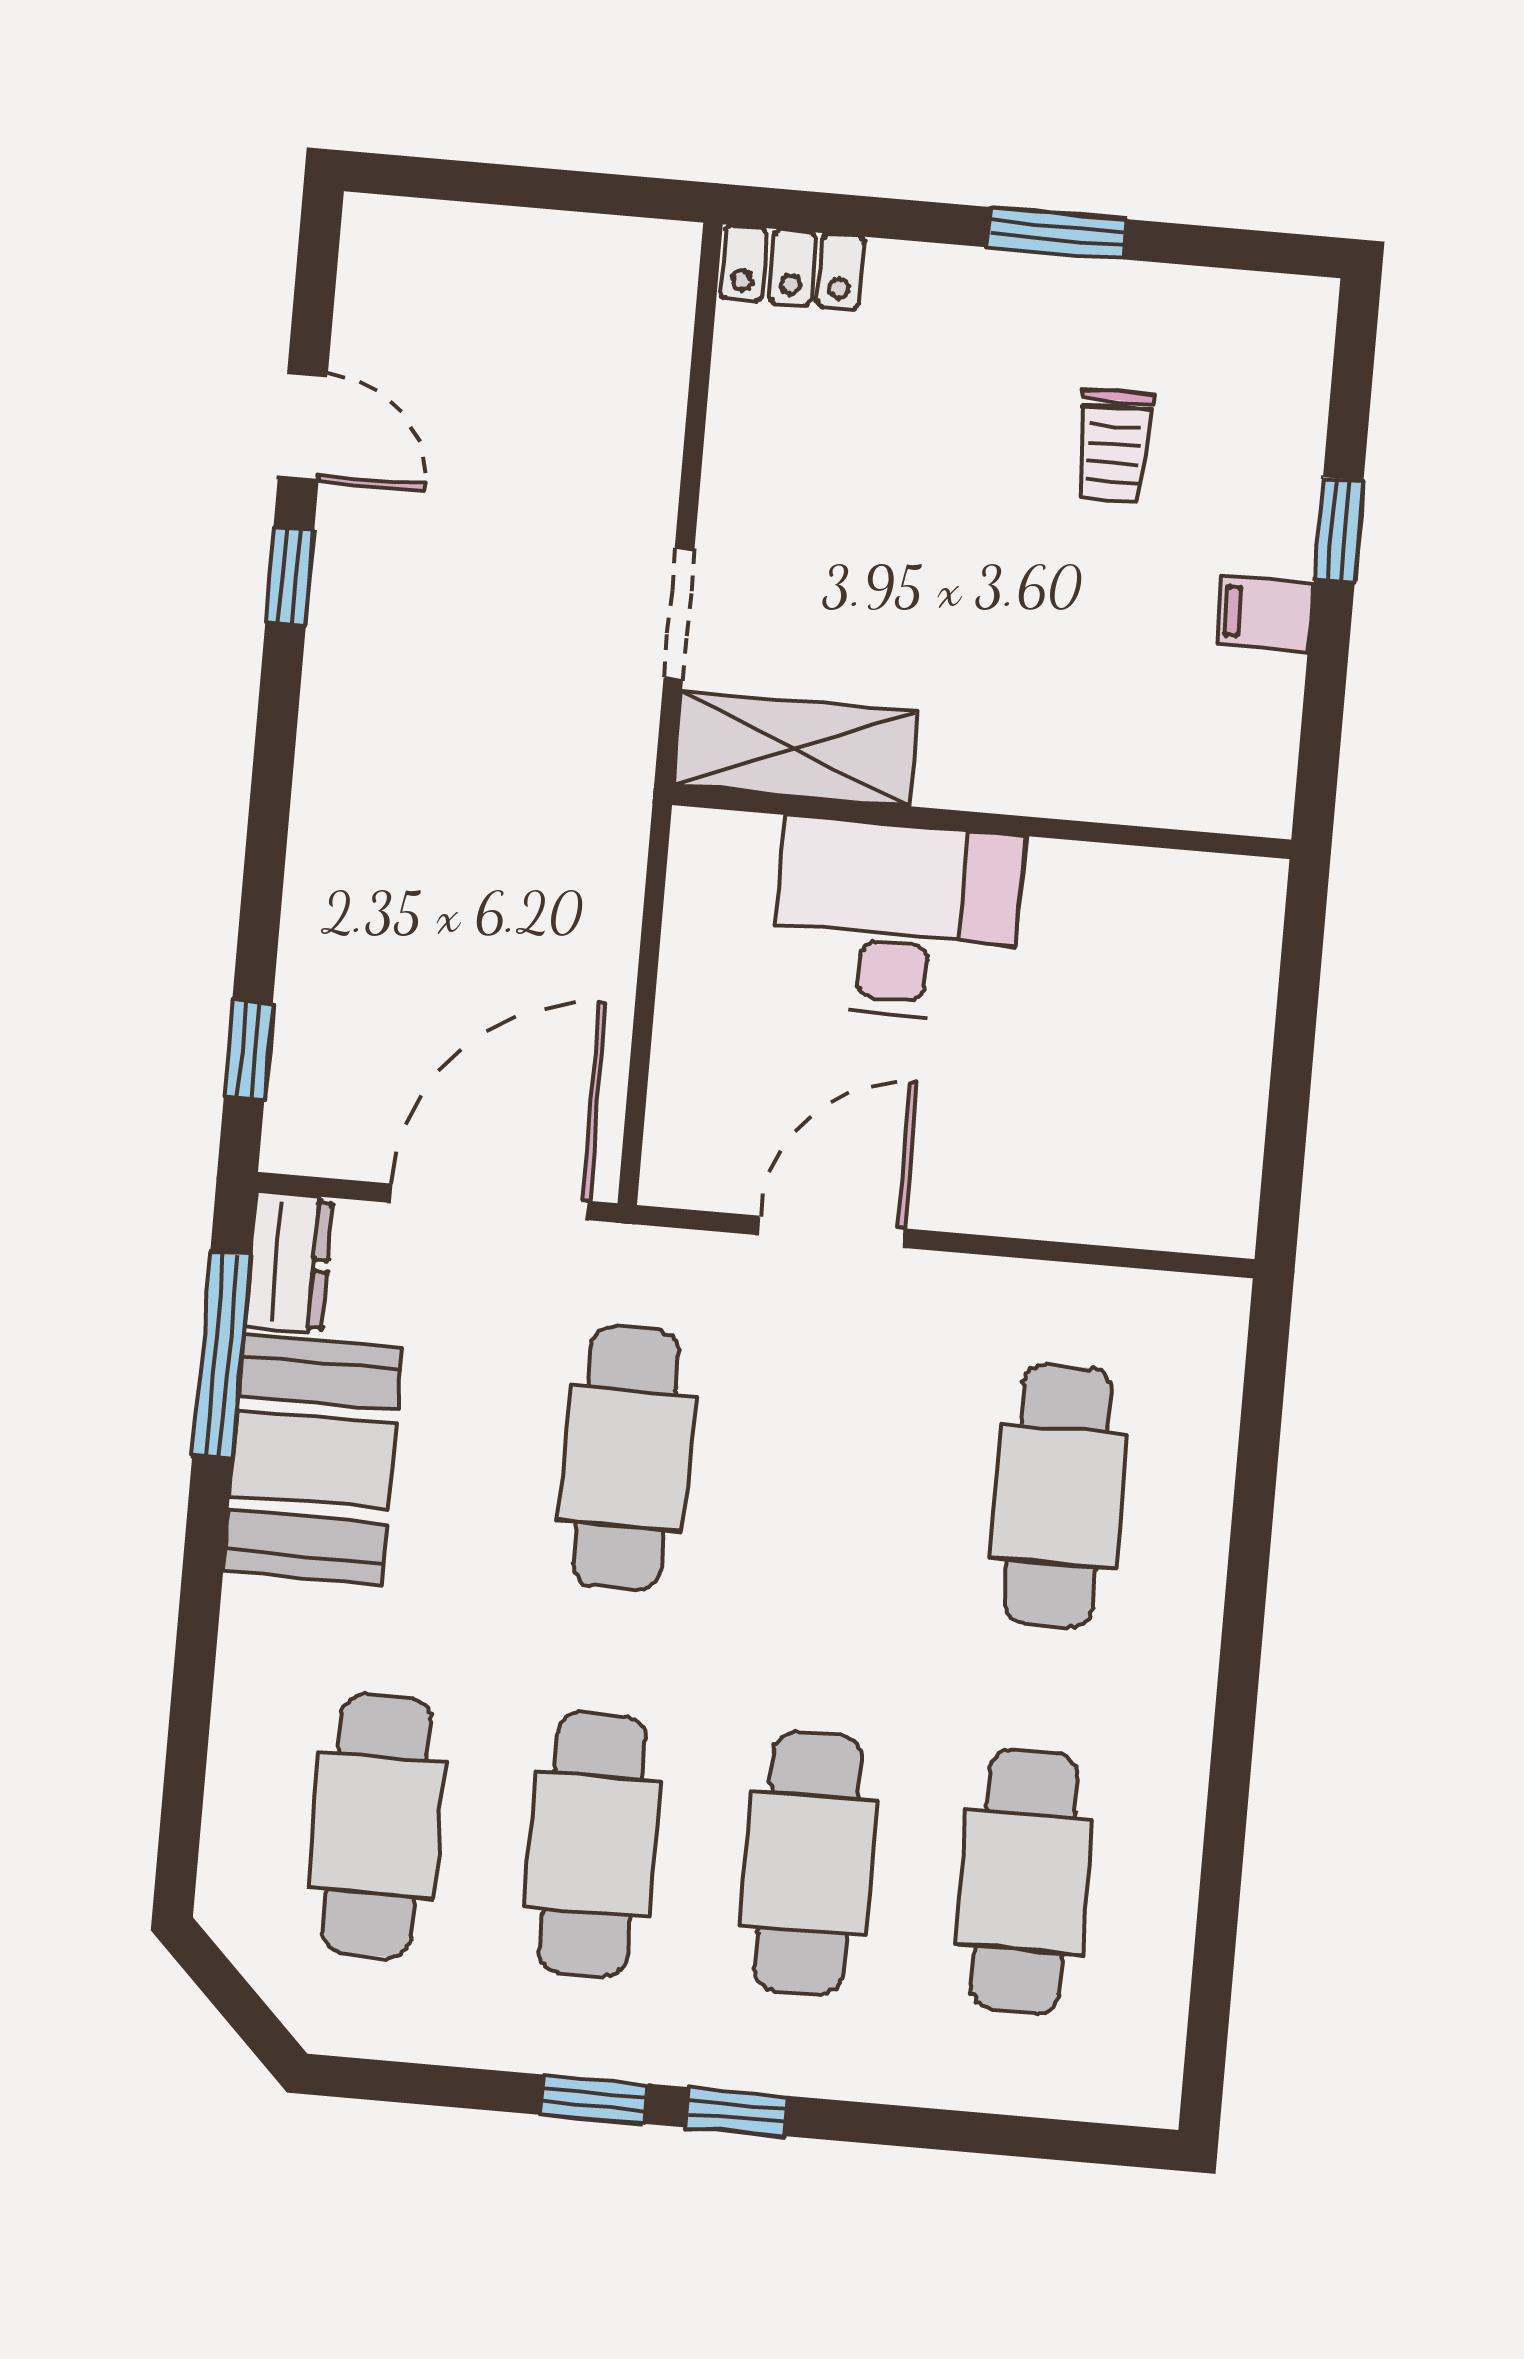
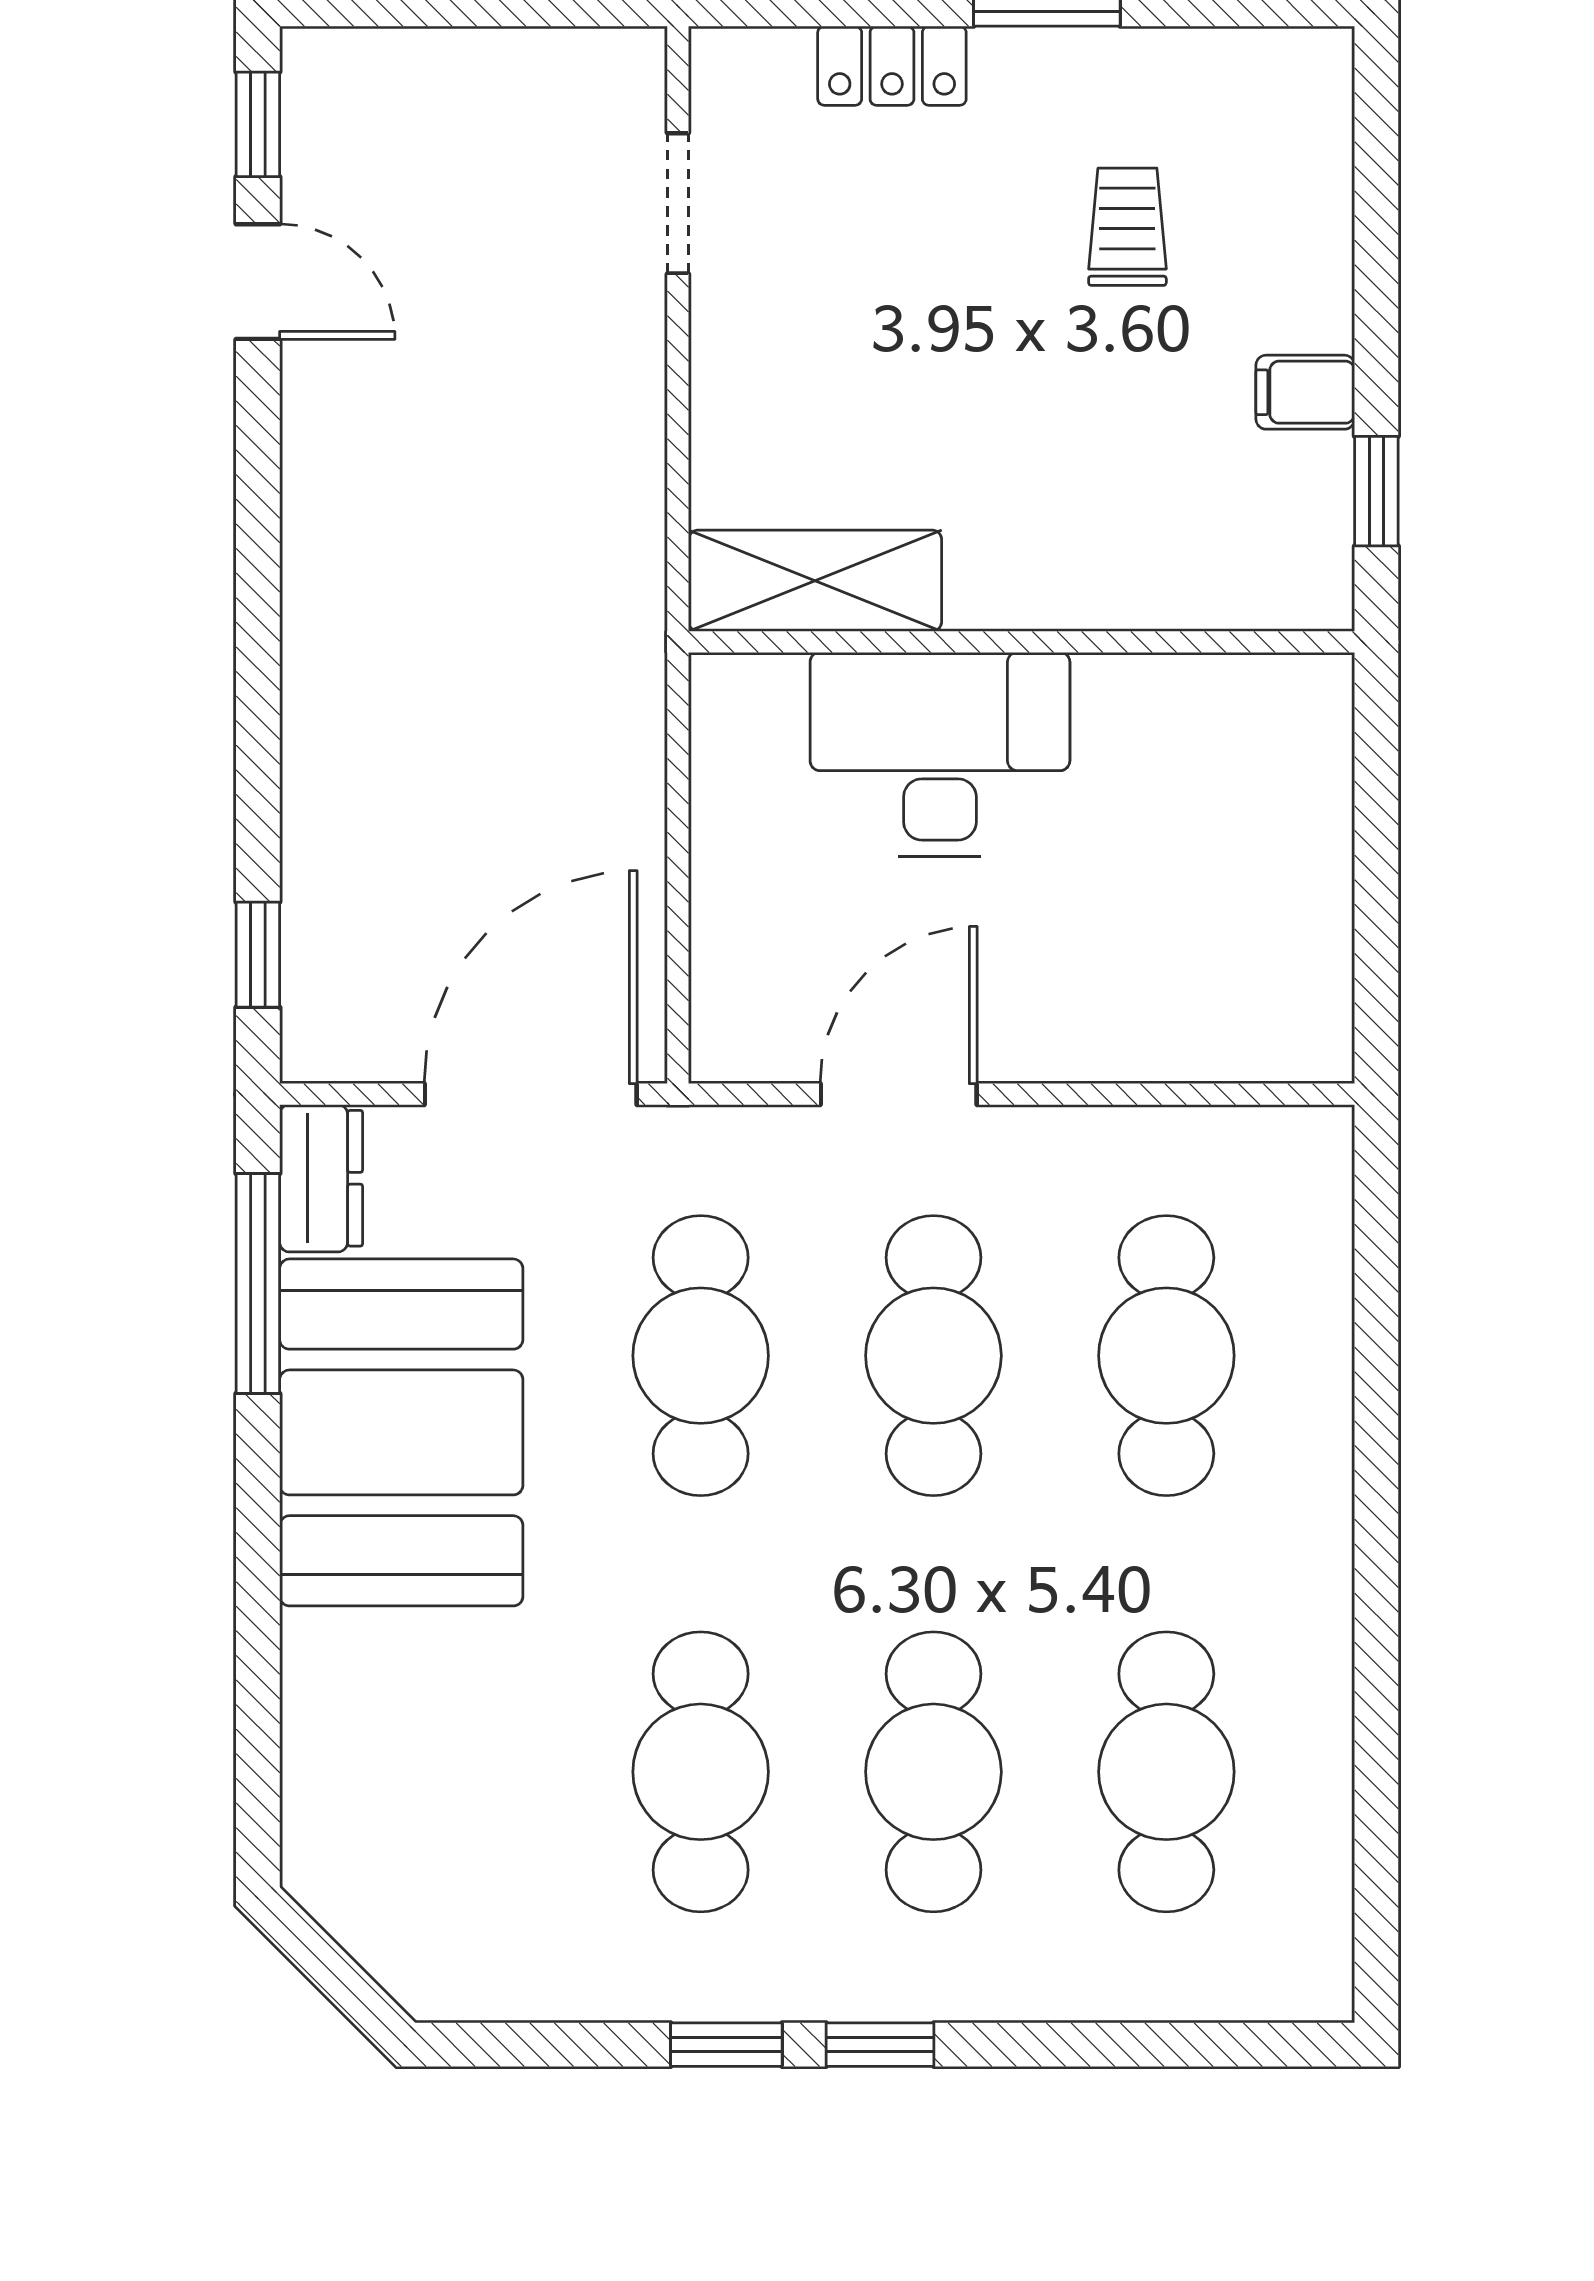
locker: (792, 267) -> (892, 66), moved
trolley: (1114, 446) -> (1127, 227), turned 180
window: (1339, 530) -> (1376, 491), moved
window: (290, 576) -> (258, 124), moved
doorway: (679, 613) -> (678, 203), moved
booth: (313, 1460) -> (401, 1432), width x1.36, depth x1.42
cafe table: (377, 1825) -> (933, 1356), moved

